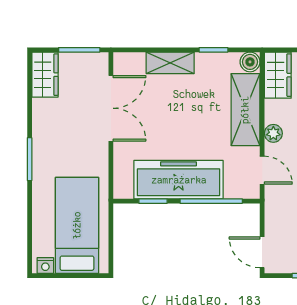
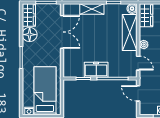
floor lamp: (46, 113) -> (30, 35), added
freezer: (179, 180) -> (96, 70), width x0.52, depth x0.79
door: (262, 252) -> (138, 93), moved

